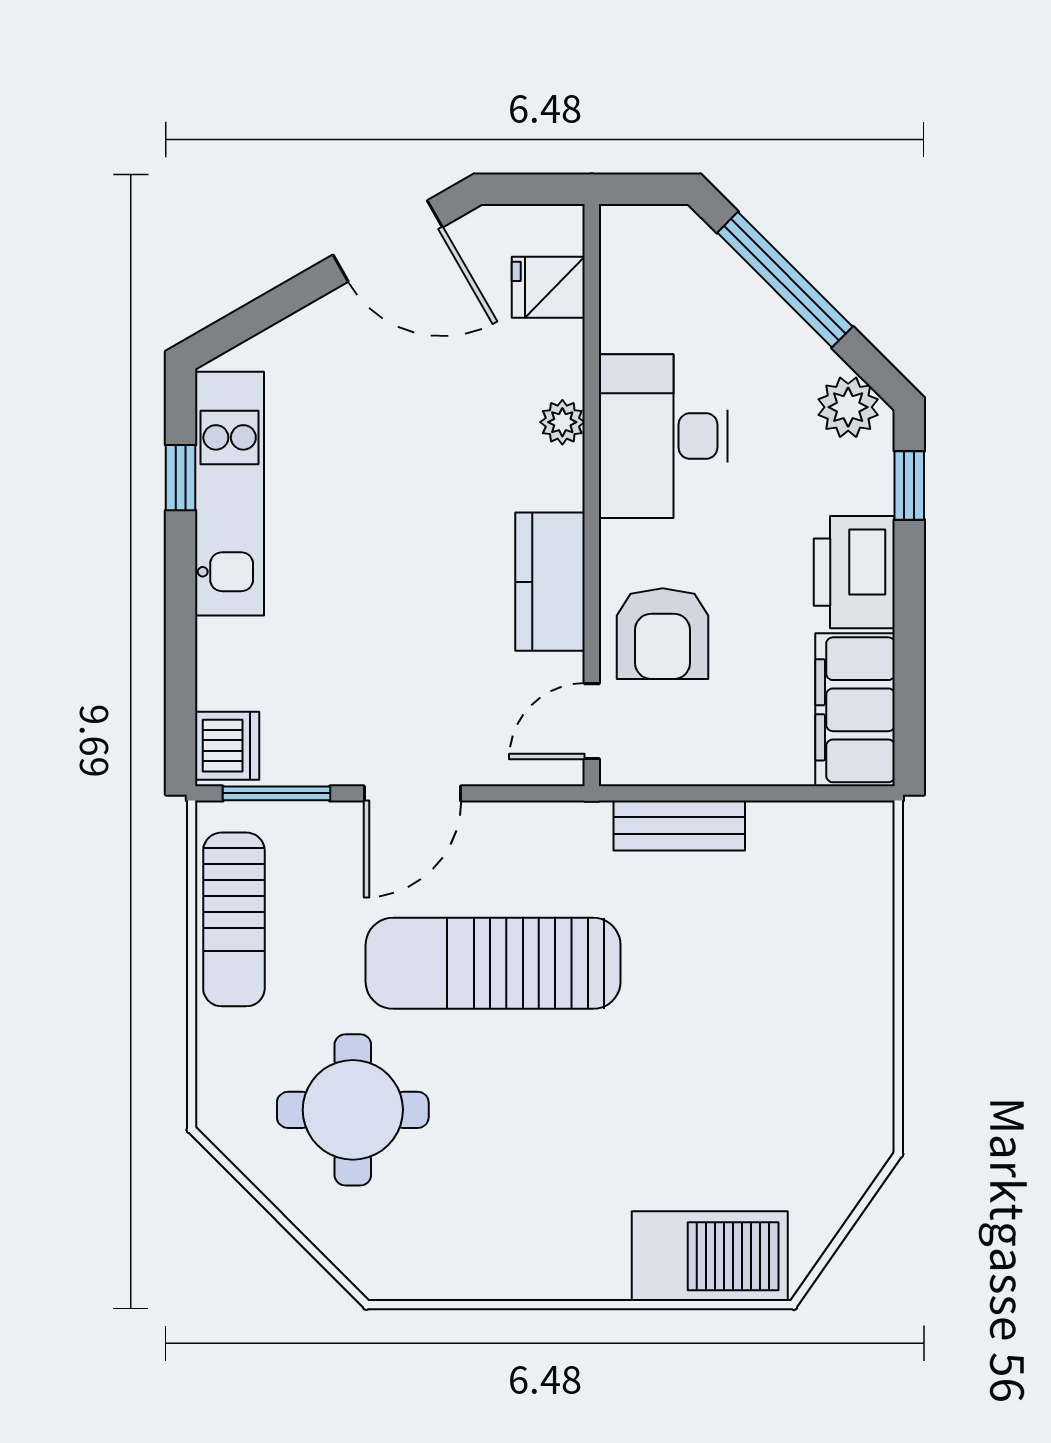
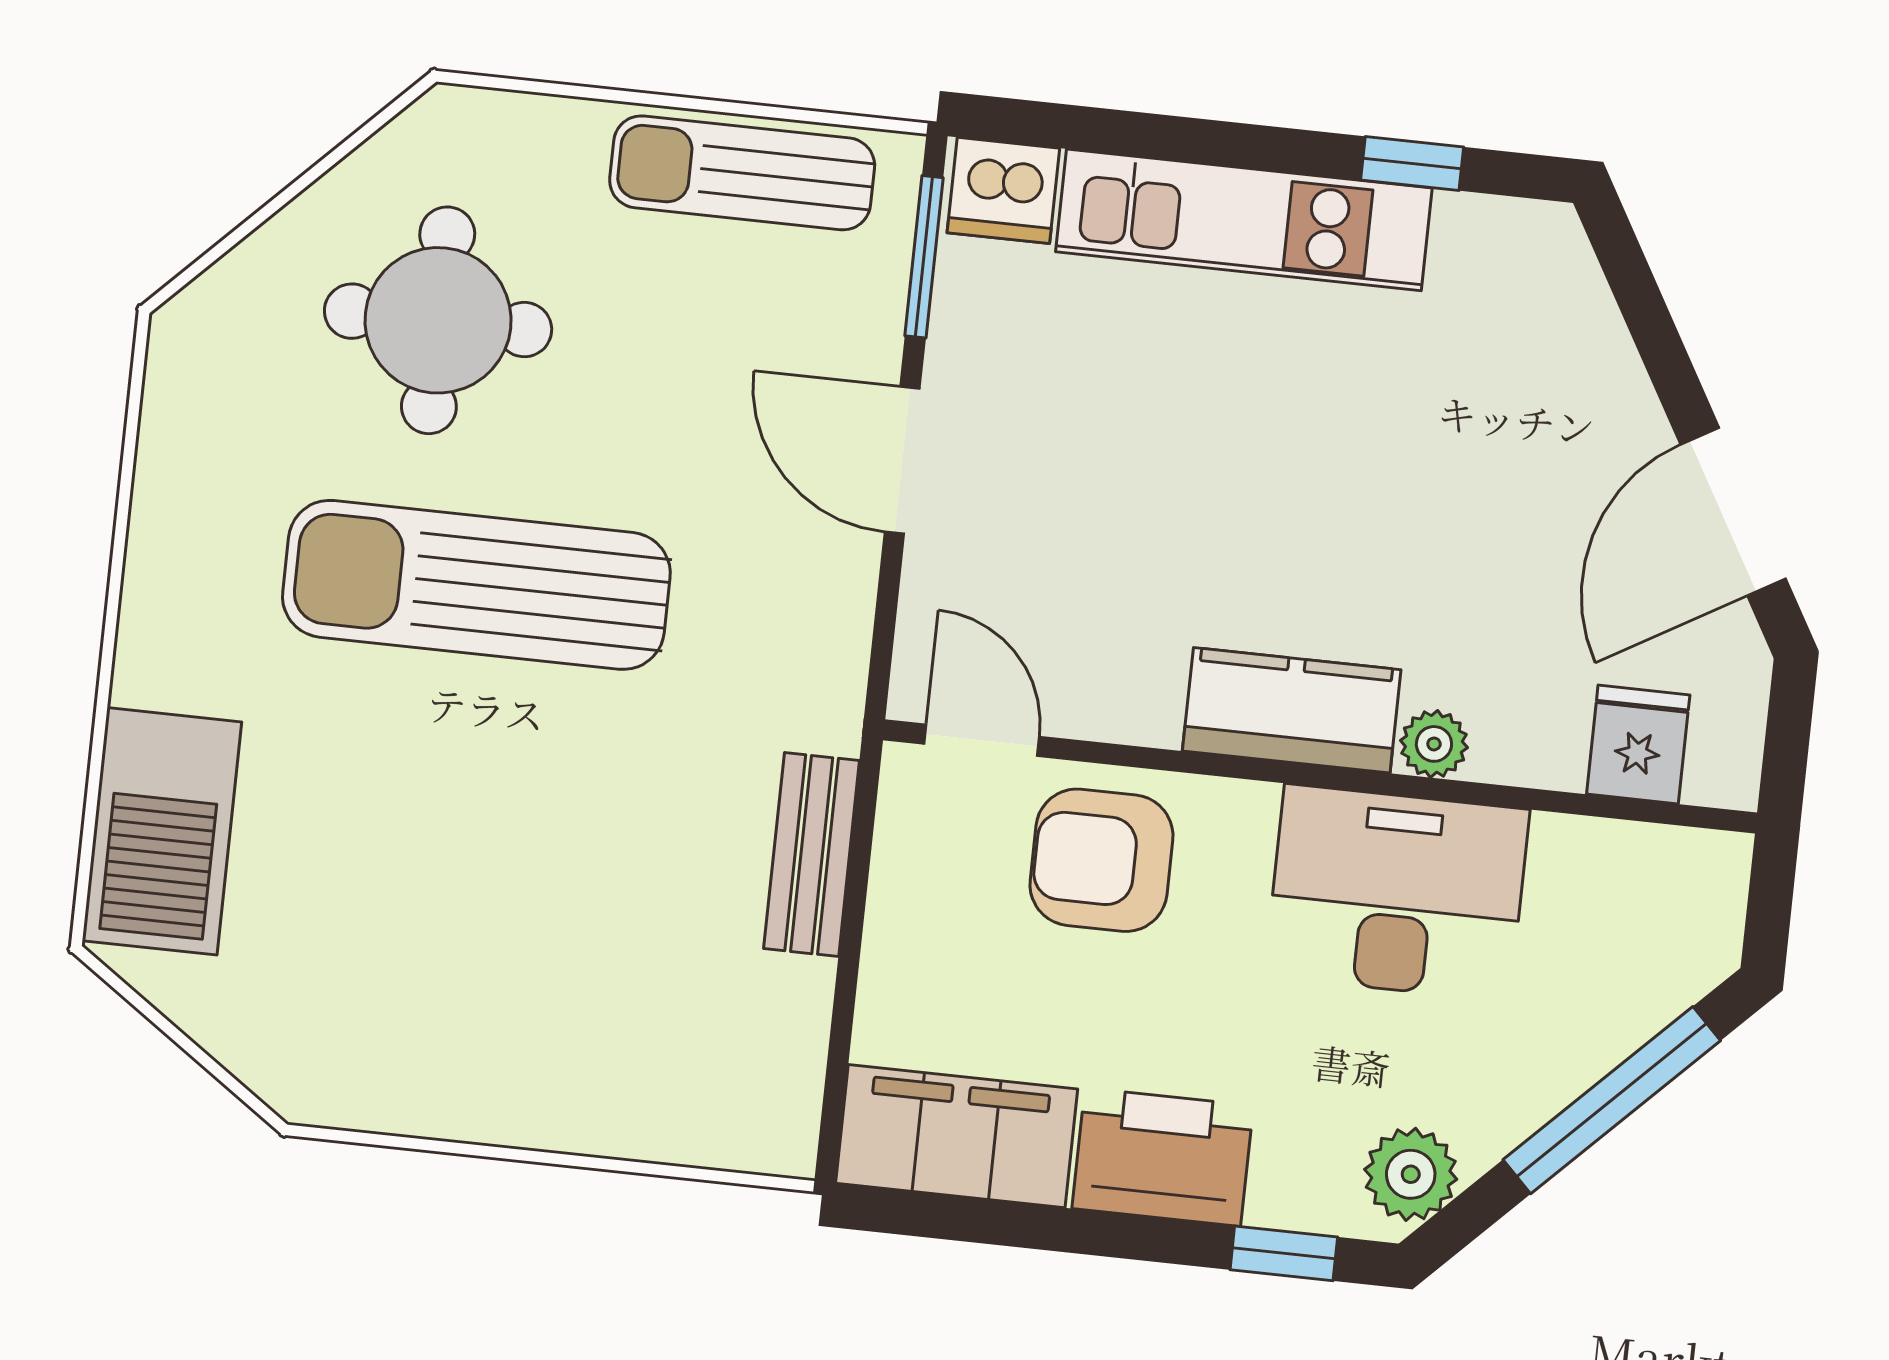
kitchen unit: (230, 494) -> (1244, 220), moved
kitchen counter: (550, 582) -> (1292, 710), moved
sun lounger: (493, 963) -> (476, 585), moved, turned -90

